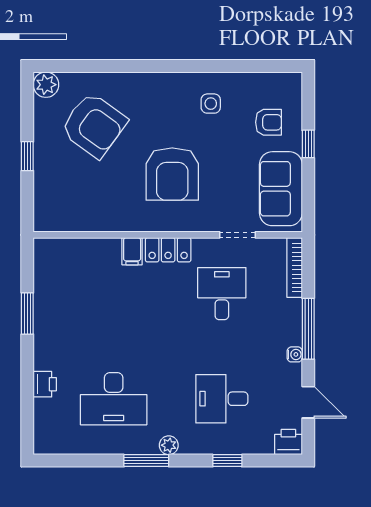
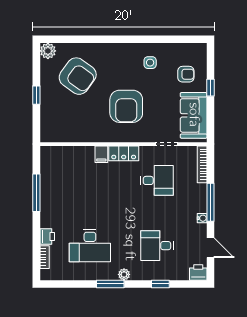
desk: (222, 294) -> (157, 180), turned 90
window: (27, 313) -> (36, 193), width x1.44
bookcase: (41, 417) -> (45, 257), added

